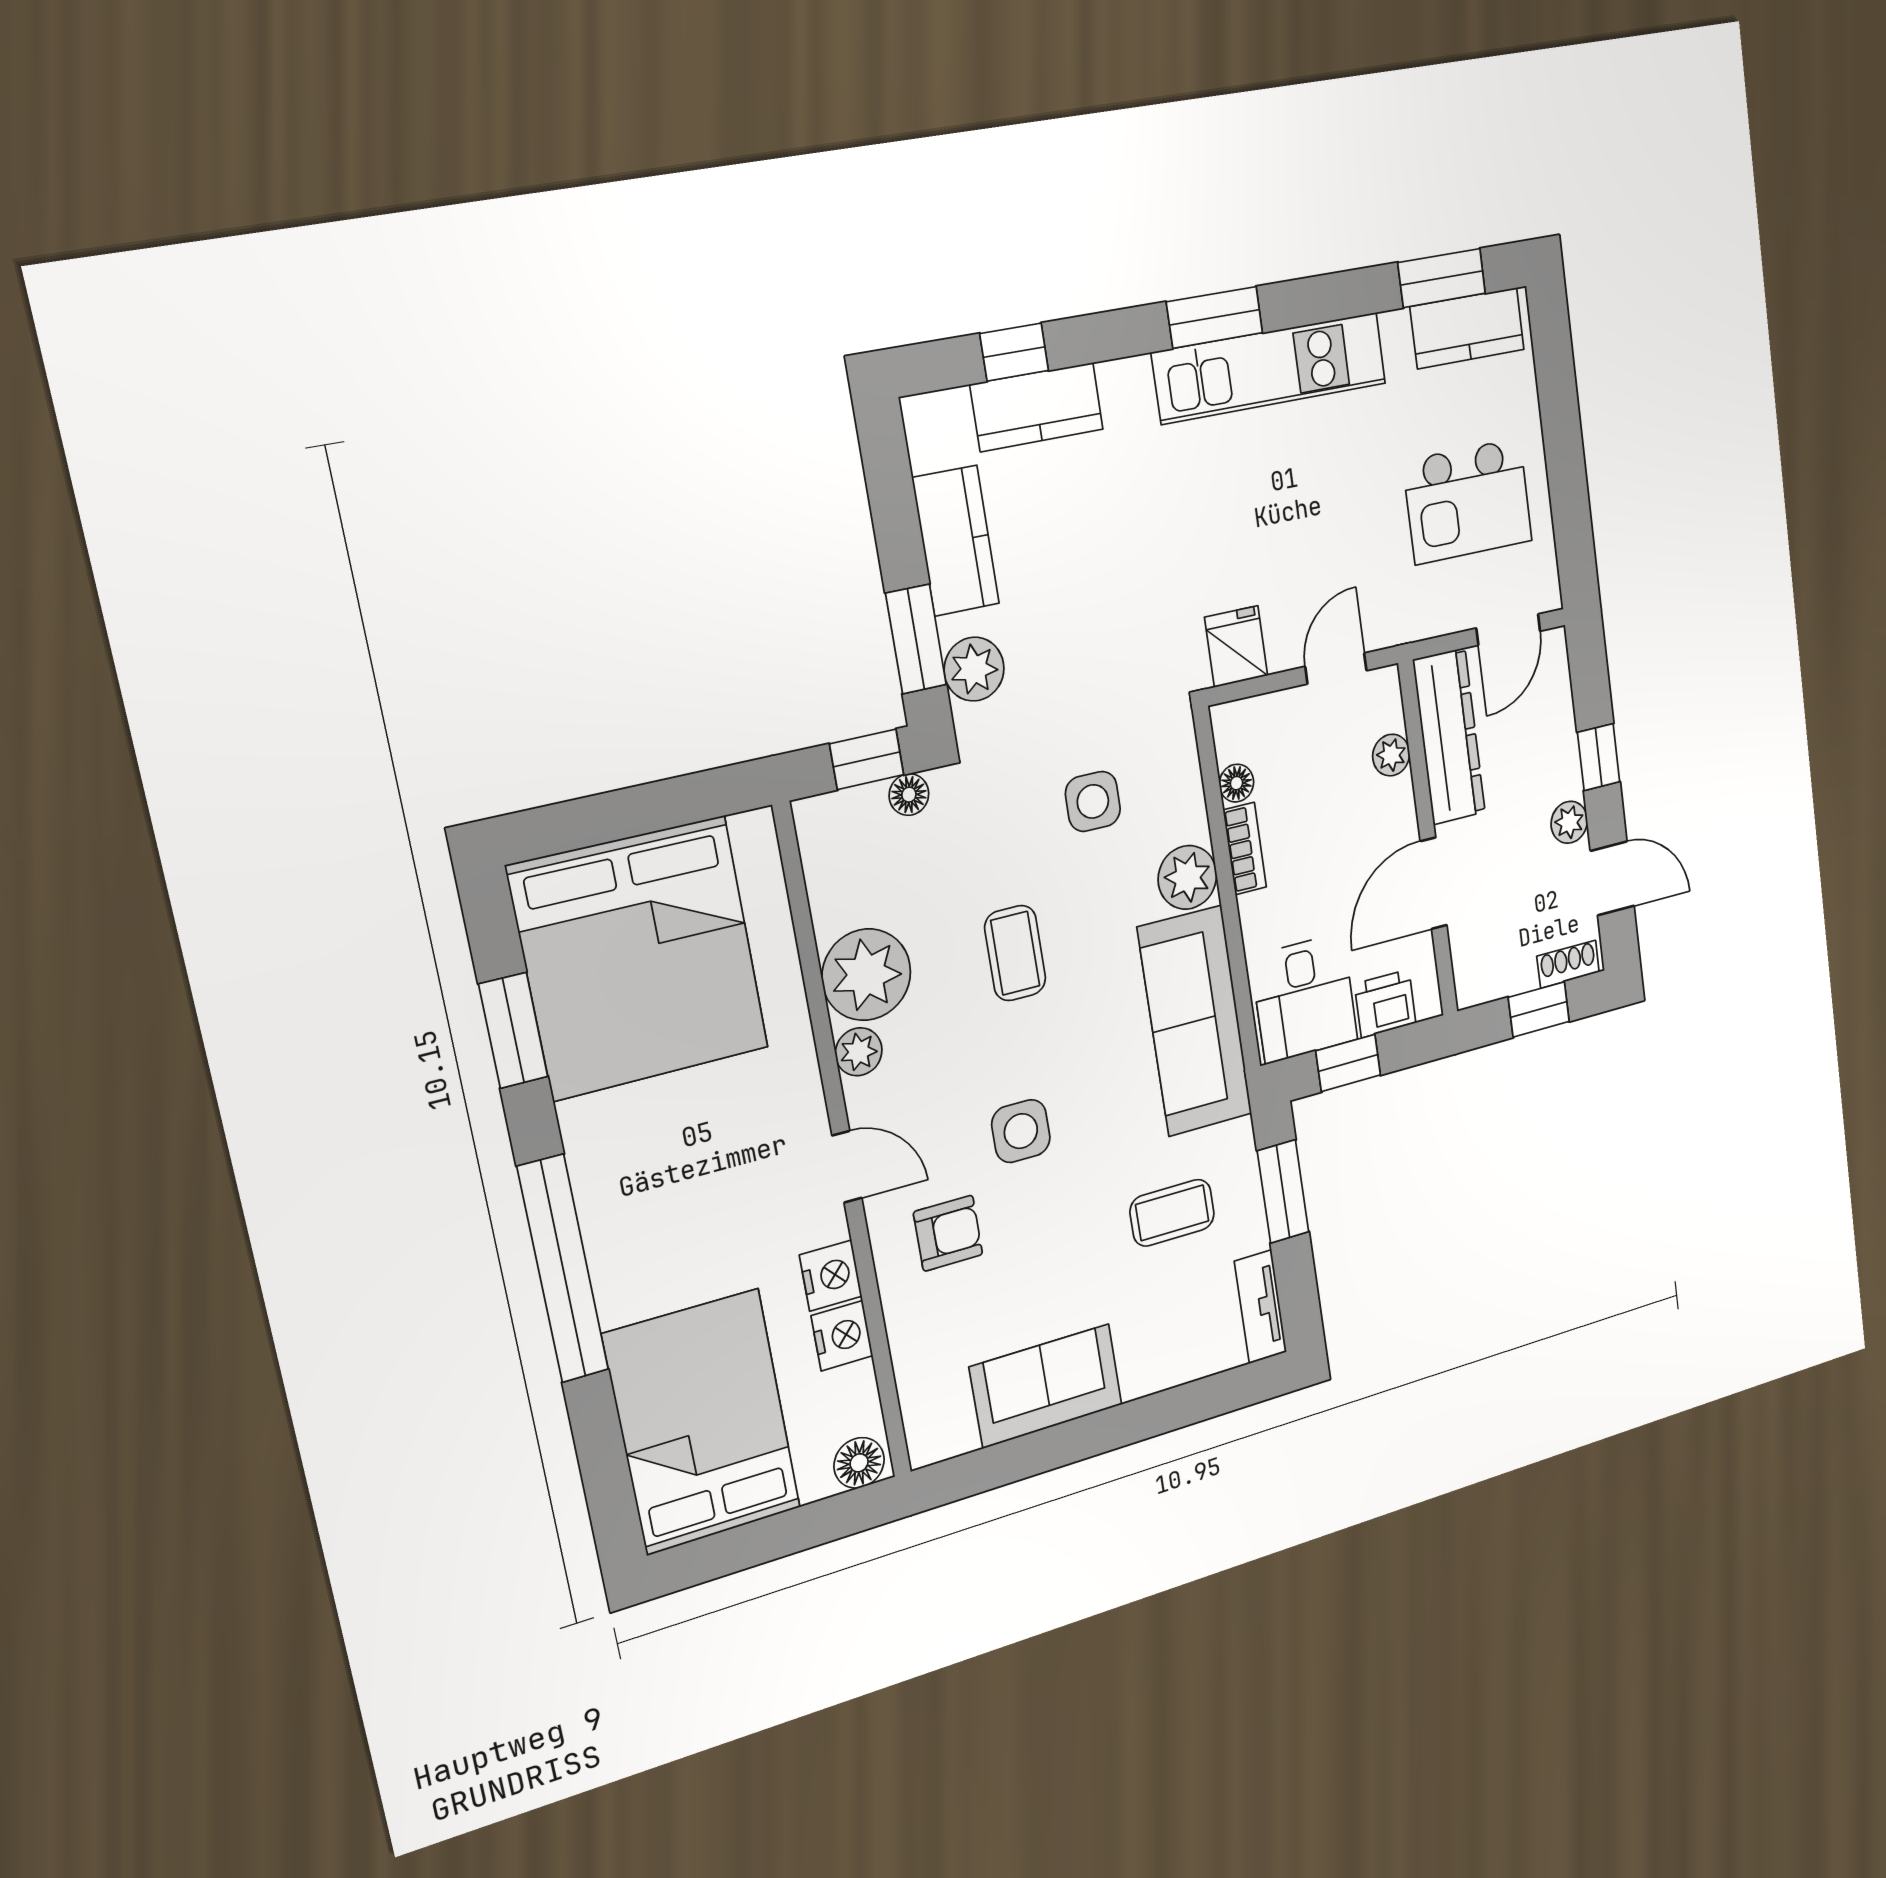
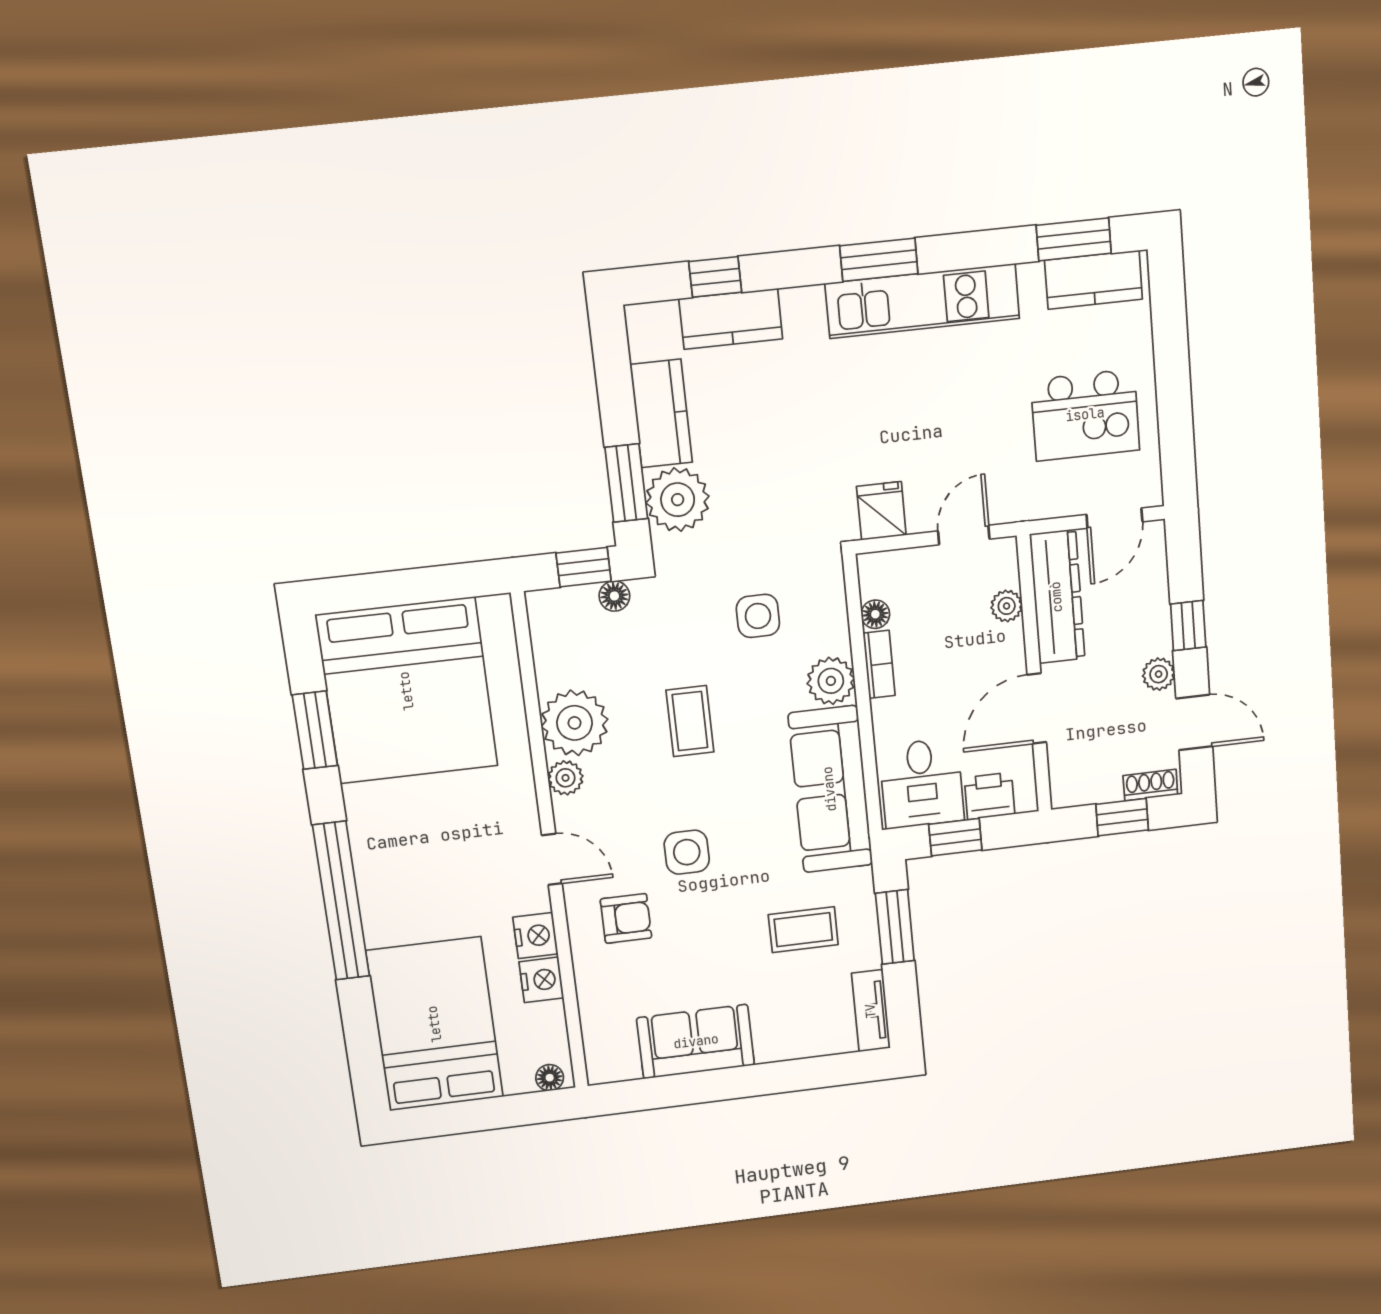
plant: (974, 669) -> (678, 500), width x1.36, depth x1.36
floor lamp: (859, 1463) -> (550, 1078), width x0.73, depth x0.73

